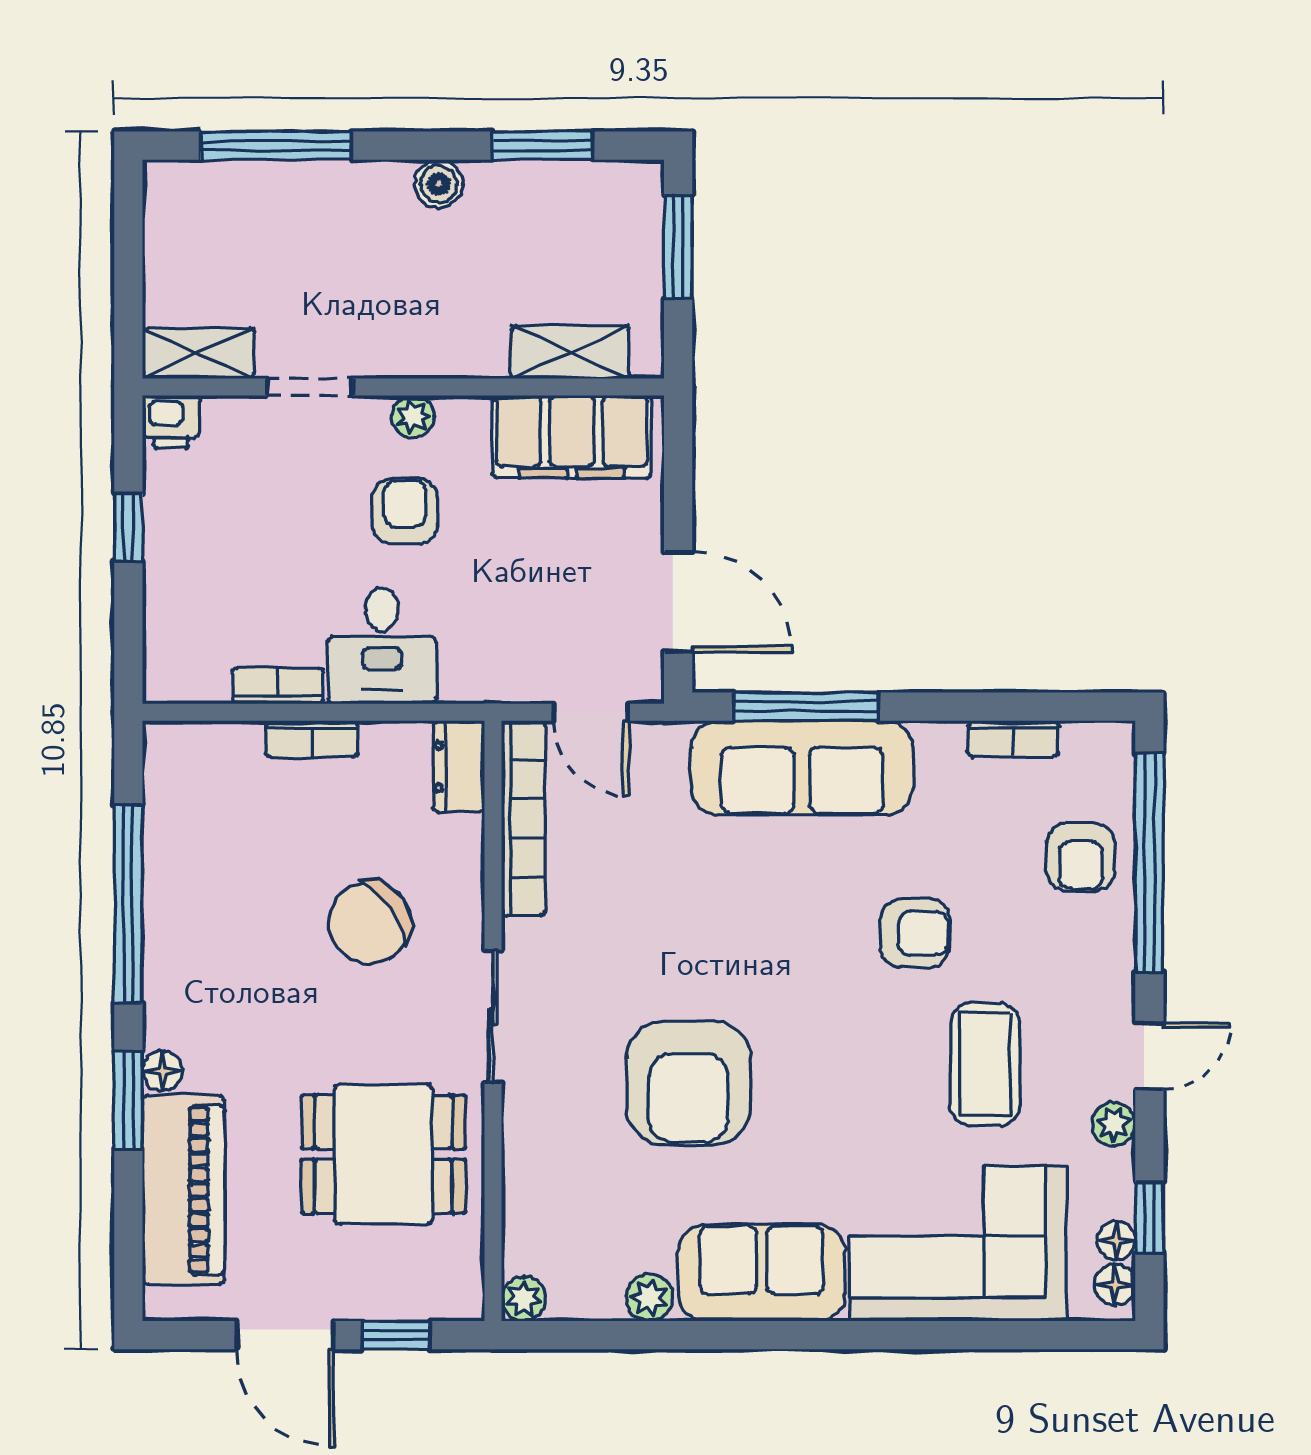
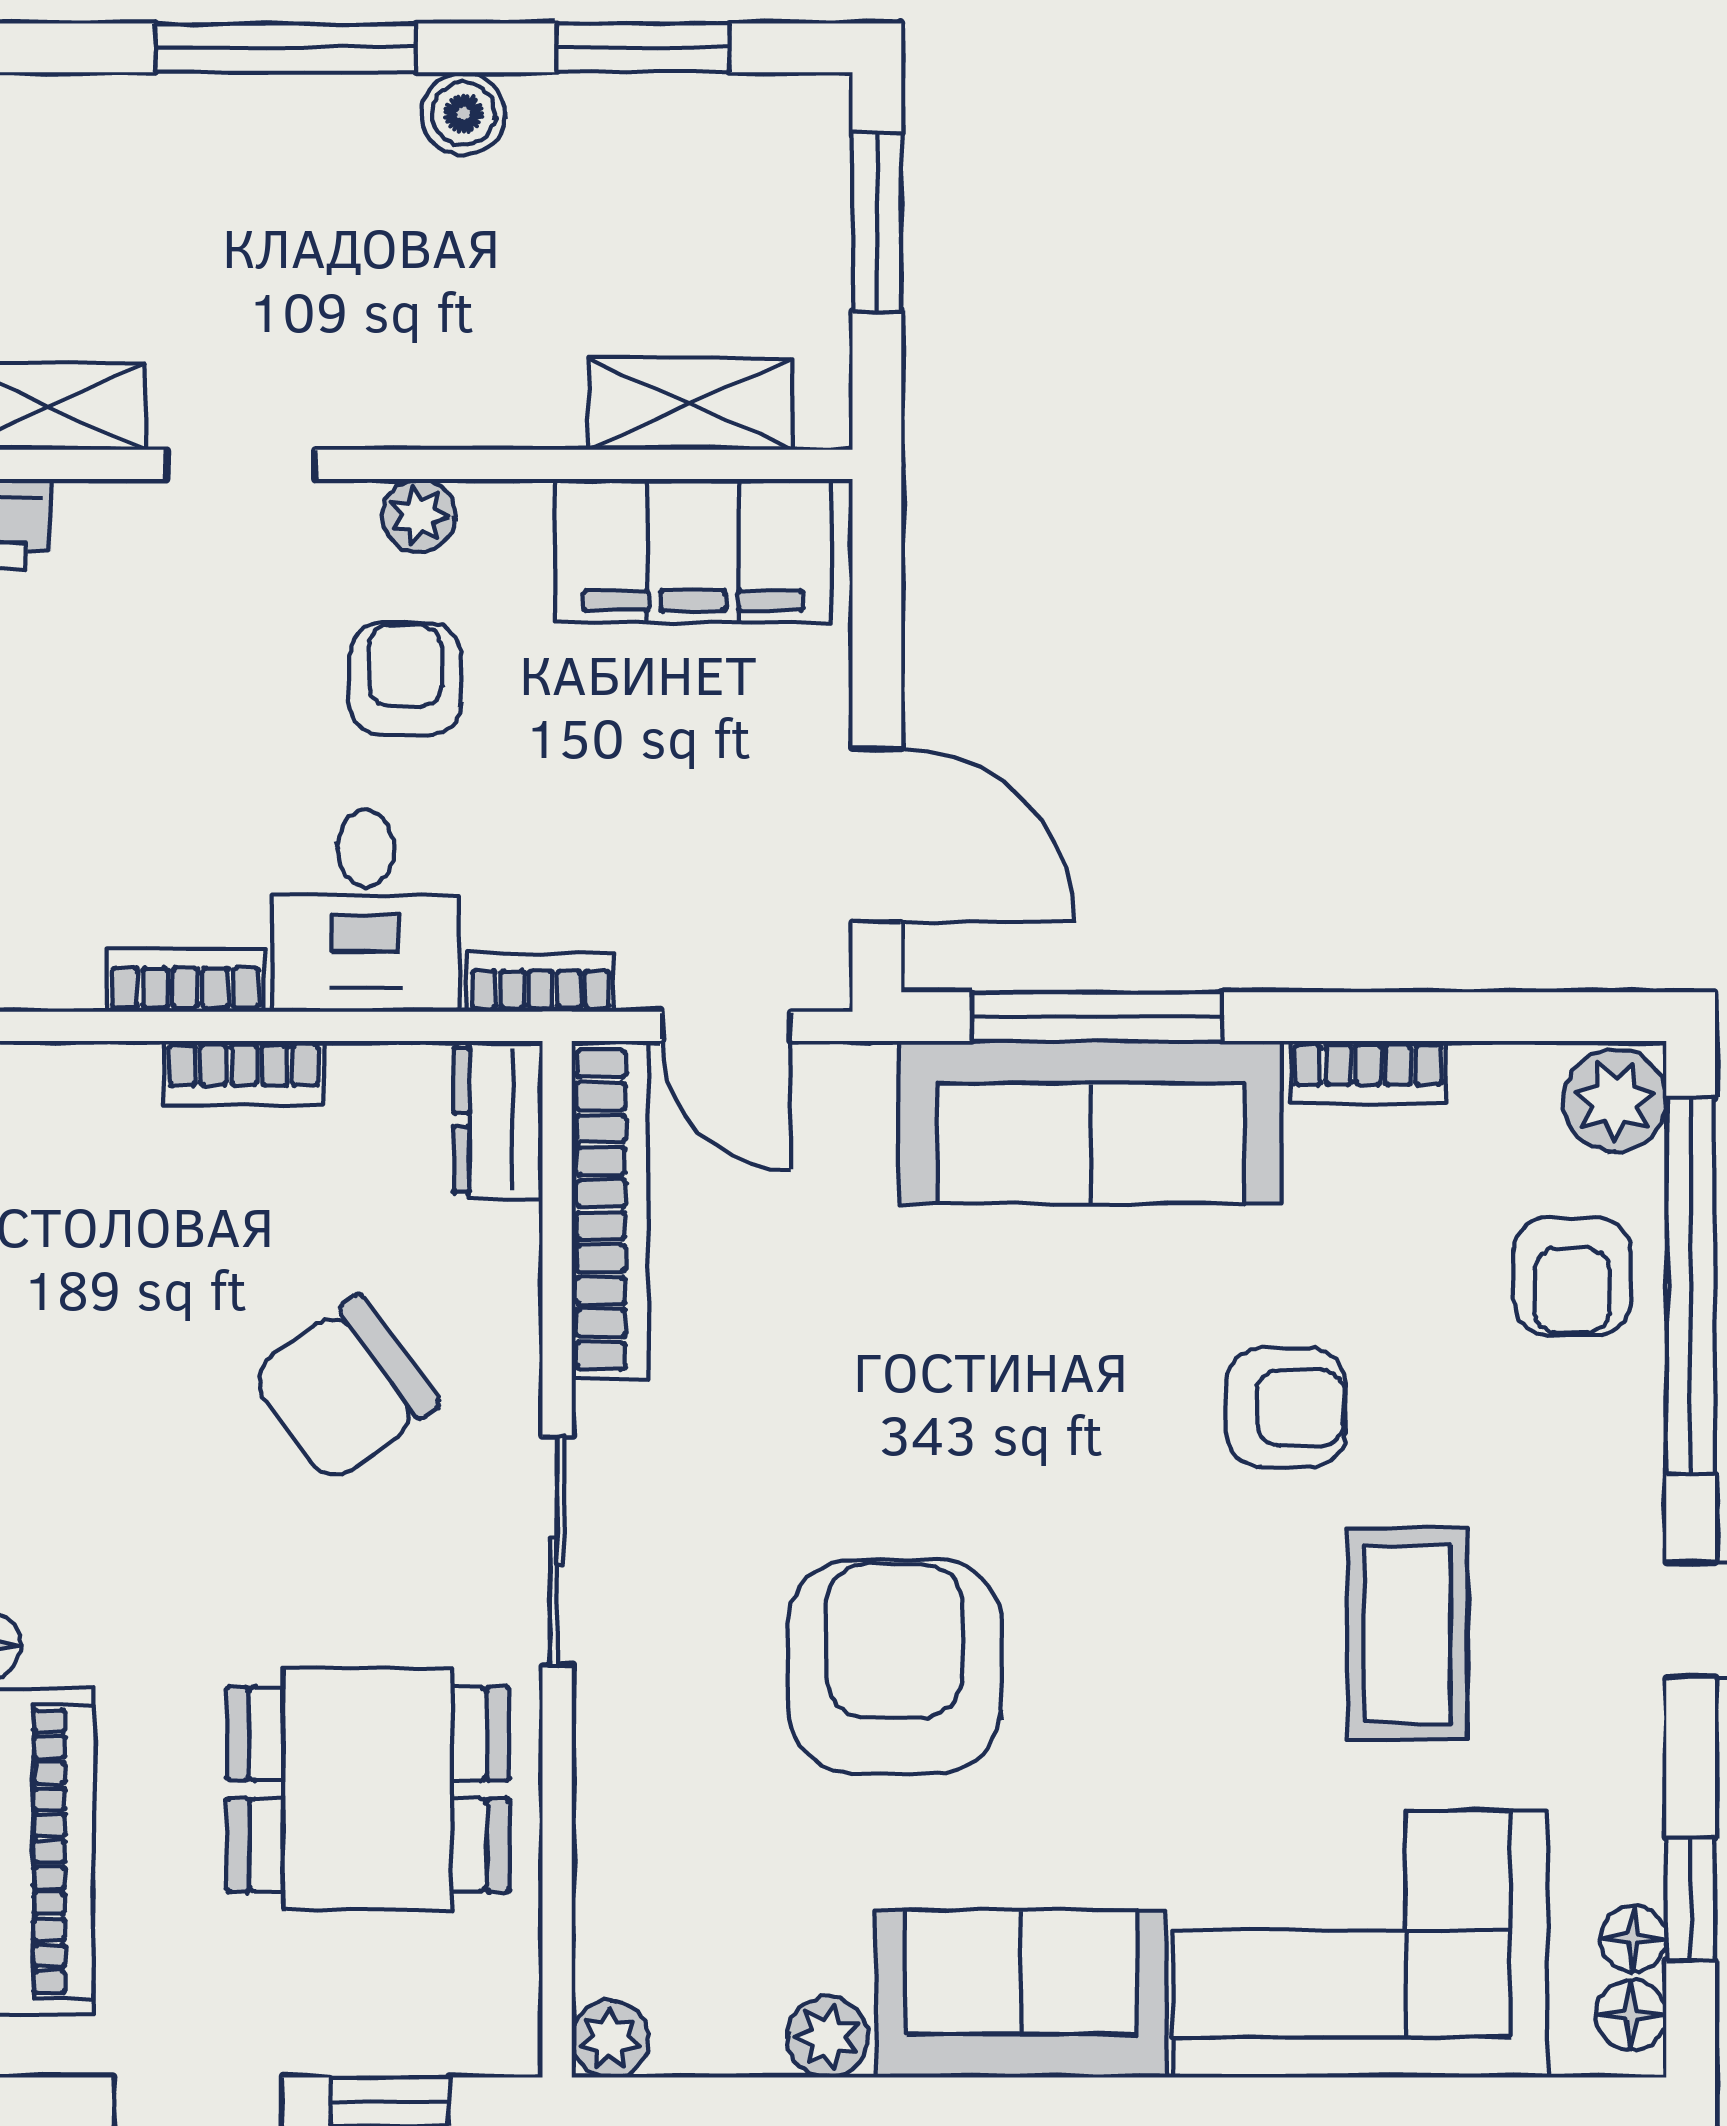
window: (276, 146) -> (285, 48), moved
bookcase: (483, 687) -> (541, 982), added
bookcase: (1013, 739) -> (1368, 1072), moved
armchair: (688, 1083) -> (895, 1666), turned 180
plant: (1114, 1124) -> (1615, 1101), moved, width x1.38, depth x1.38

